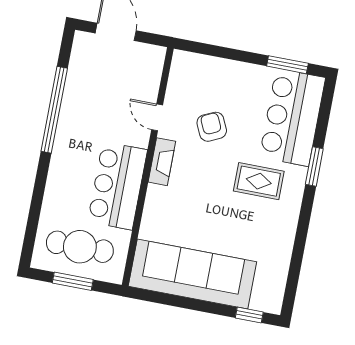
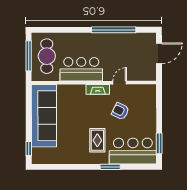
armchair: (212, 127) -> (120, 111), turned -129
window: (73, 281) -> (29, 56), width x1.44

